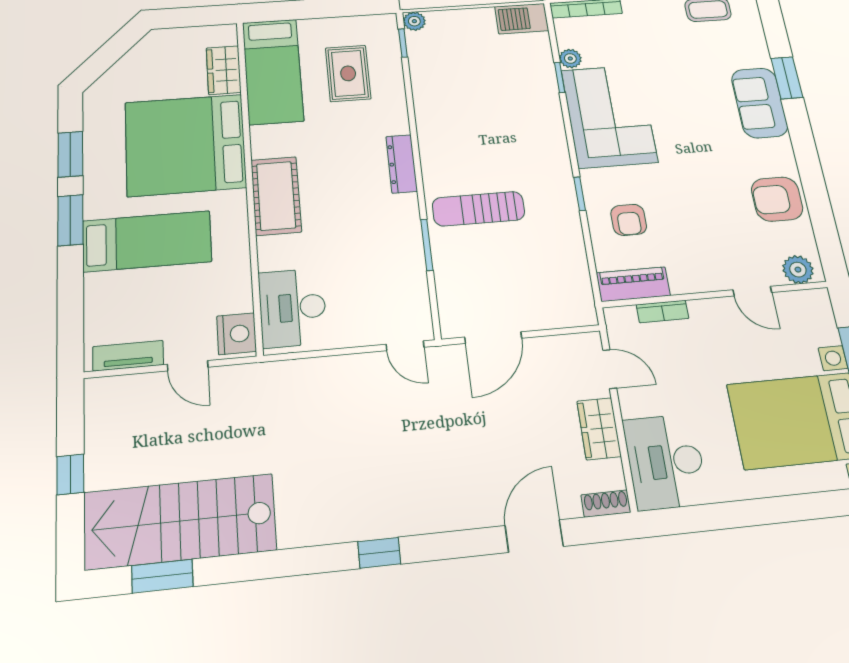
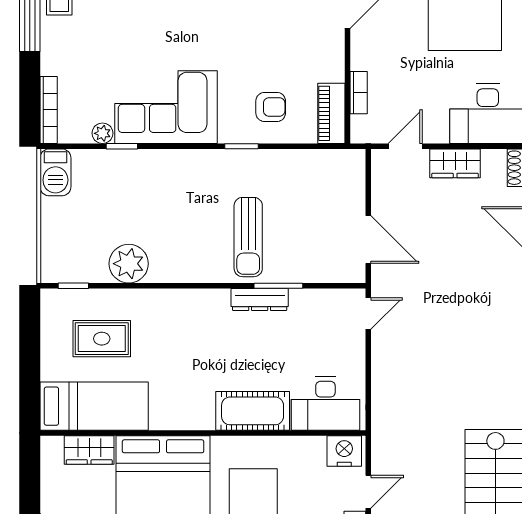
plant: (414, 21) -> (129, 264), moved, width x1.87, depth x1.87
dresser: (402, 164) -> (260, 299), moved
cot: (276, 196) -> (253, 411), moved

